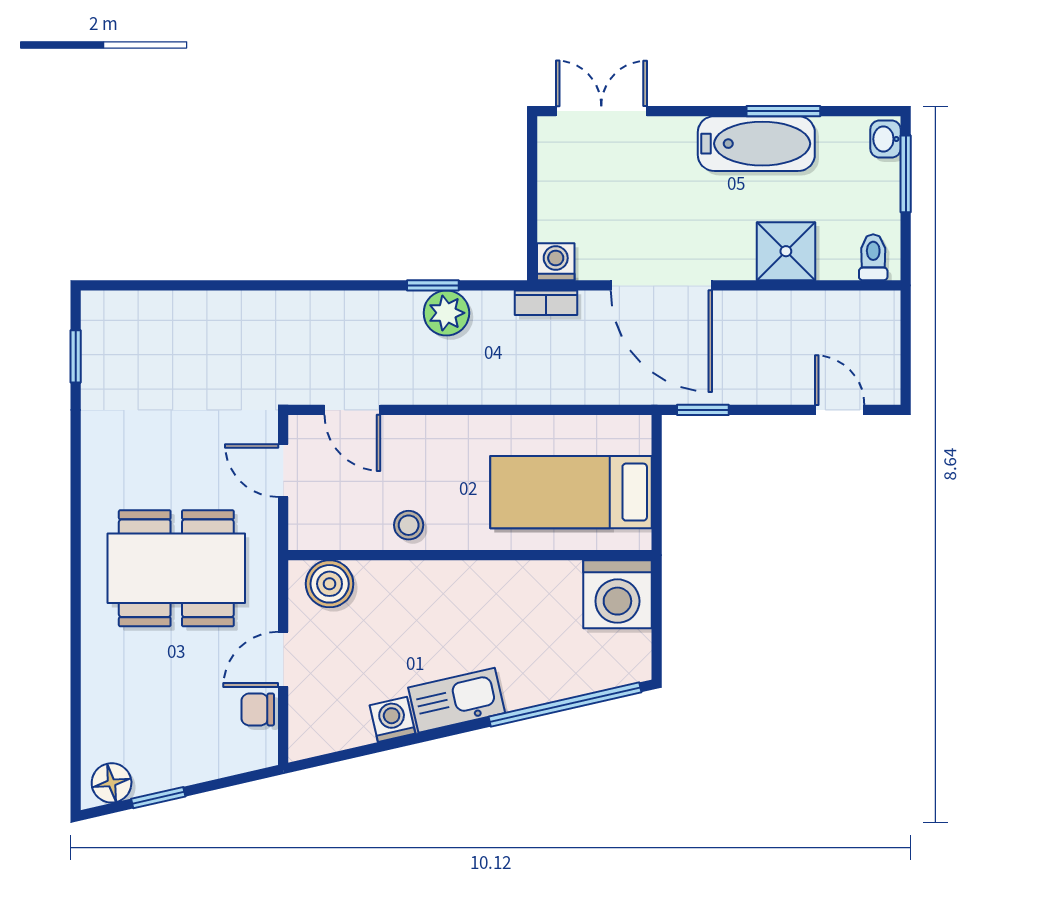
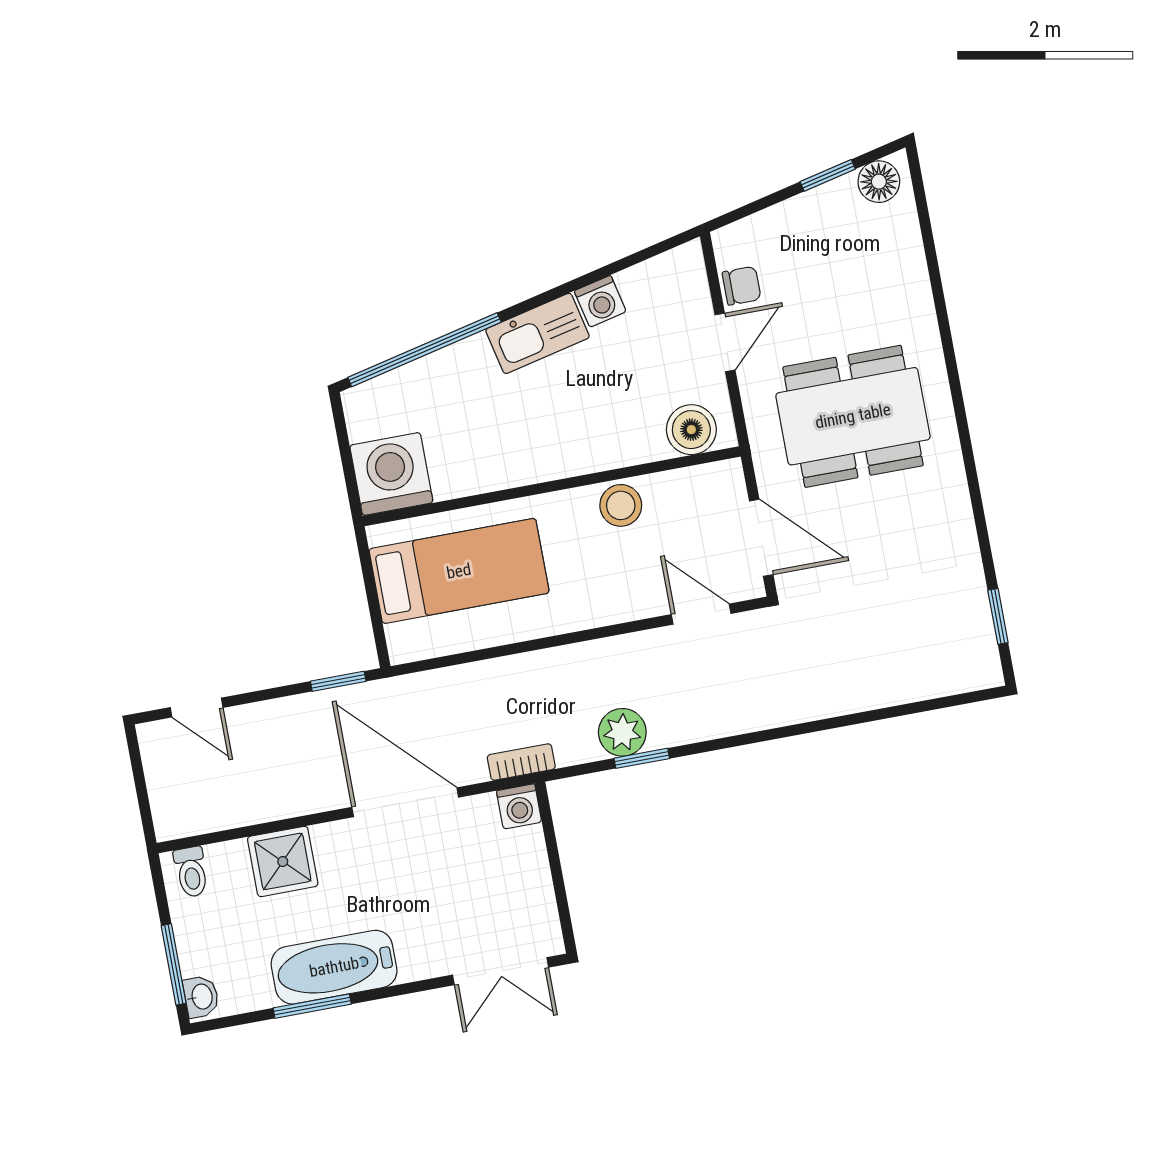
door: (283, 471) -> (761, 538), width x1.38
stool: (409, 525) -> (621, 505), width x1.37, depth x1.37

